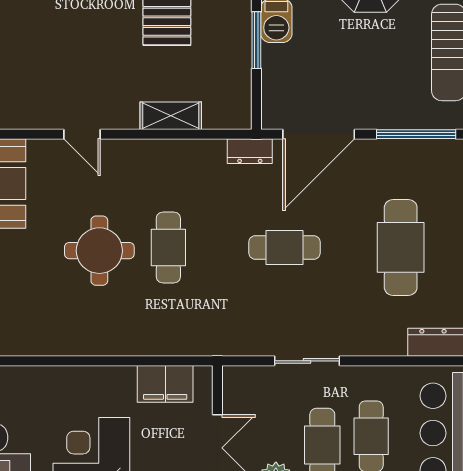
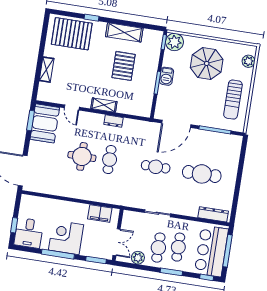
shelving: (171, 116) -> (104, 105), moved
door: (82, 134) -> (72, 107), moved
dresser: (250, 151) -> (114, 121), moved
cafe table: (401, 247) -> (202, 174), turned 90

